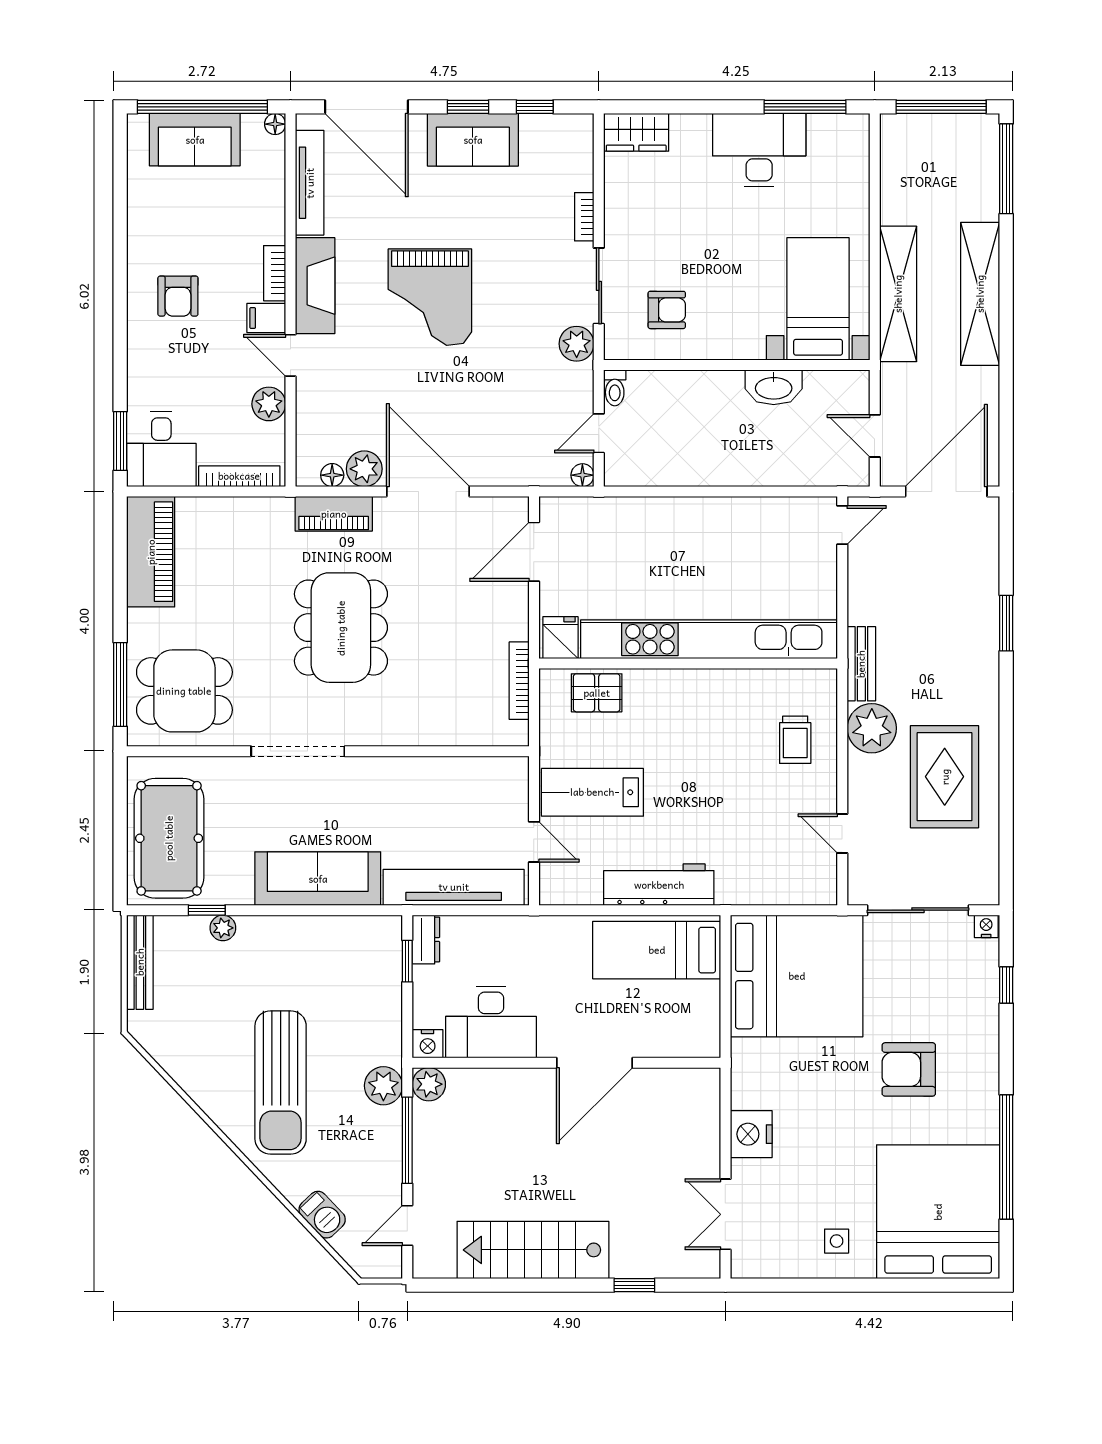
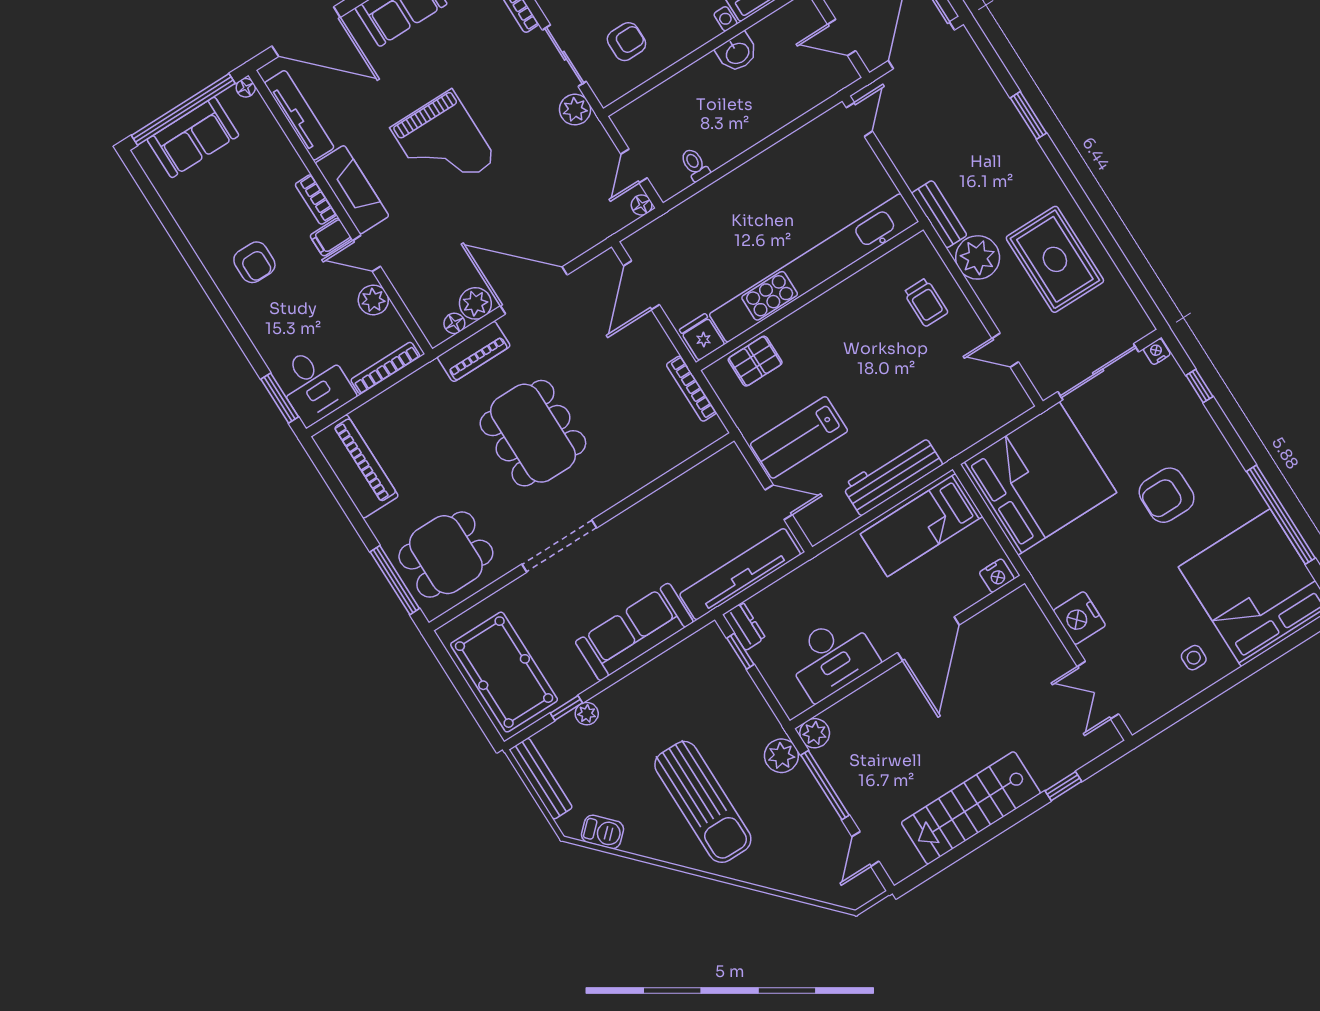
washbasin: (774, 387) -> (737, 53), width x0.72
toilet: (615, 388) -> (695, 165), moved, turned 180
nightstand: (428, 1044) -> (997, 576), moved
barbecue: (322, 1215) -> (603, 832), moved

